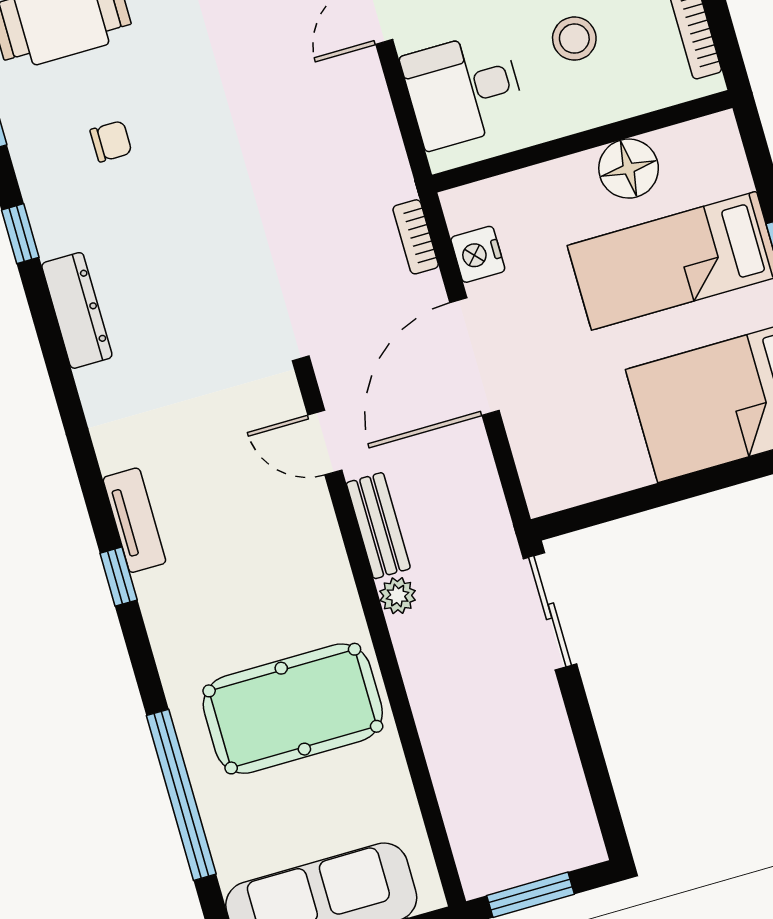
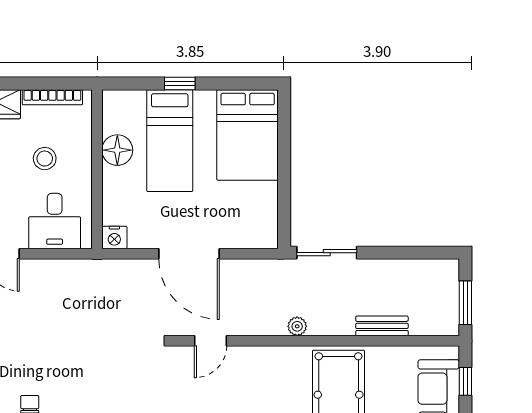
bookcase: (416, 237) -> (121, 266), removed
nightstand: (478, 254) -> (114, 237), moved
bench: (378, 526) -> (382, 326), moved

